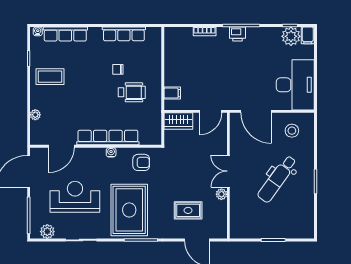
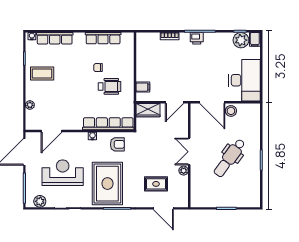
stool: (292, 131) -> (231, 111), moved
row of seats: (108, 137) -> (108, 124), moved

